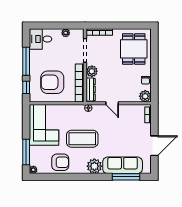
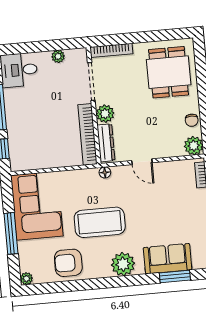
armchair: (52, 82) -> (44, 137), removed
window: (26, 152) -> (11, 233), moved
armchair: (60, 162) -> (68, 263), turned 180
sofa: (123, 165) -> (168, 259), width x0.73
window: (126, 177) -> (175, 276), width x0.69

